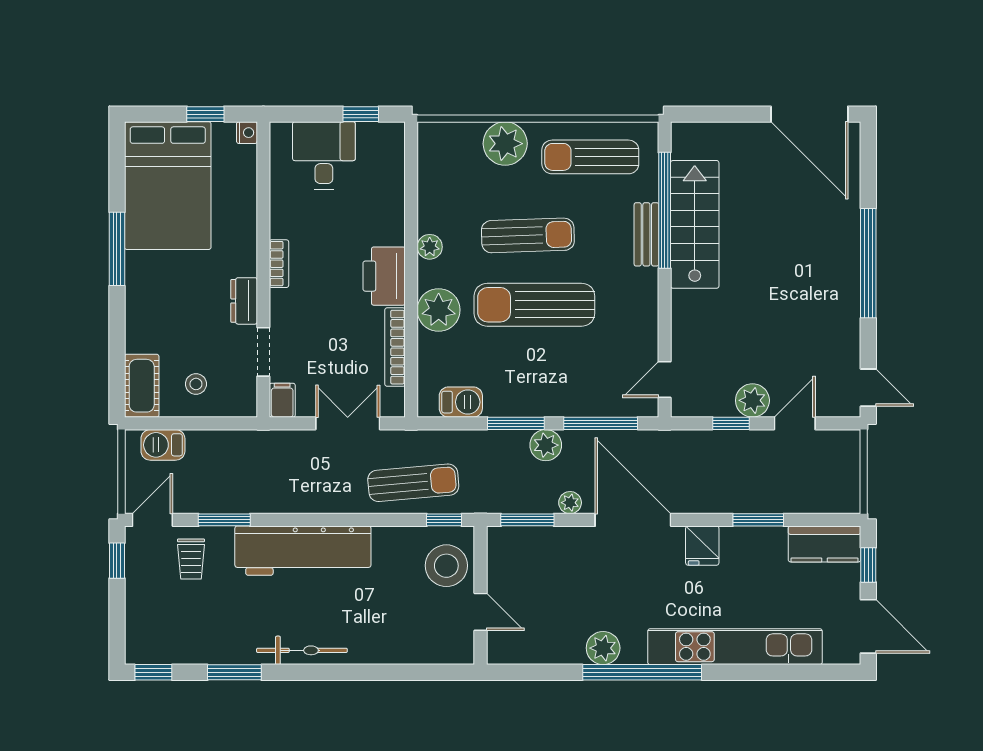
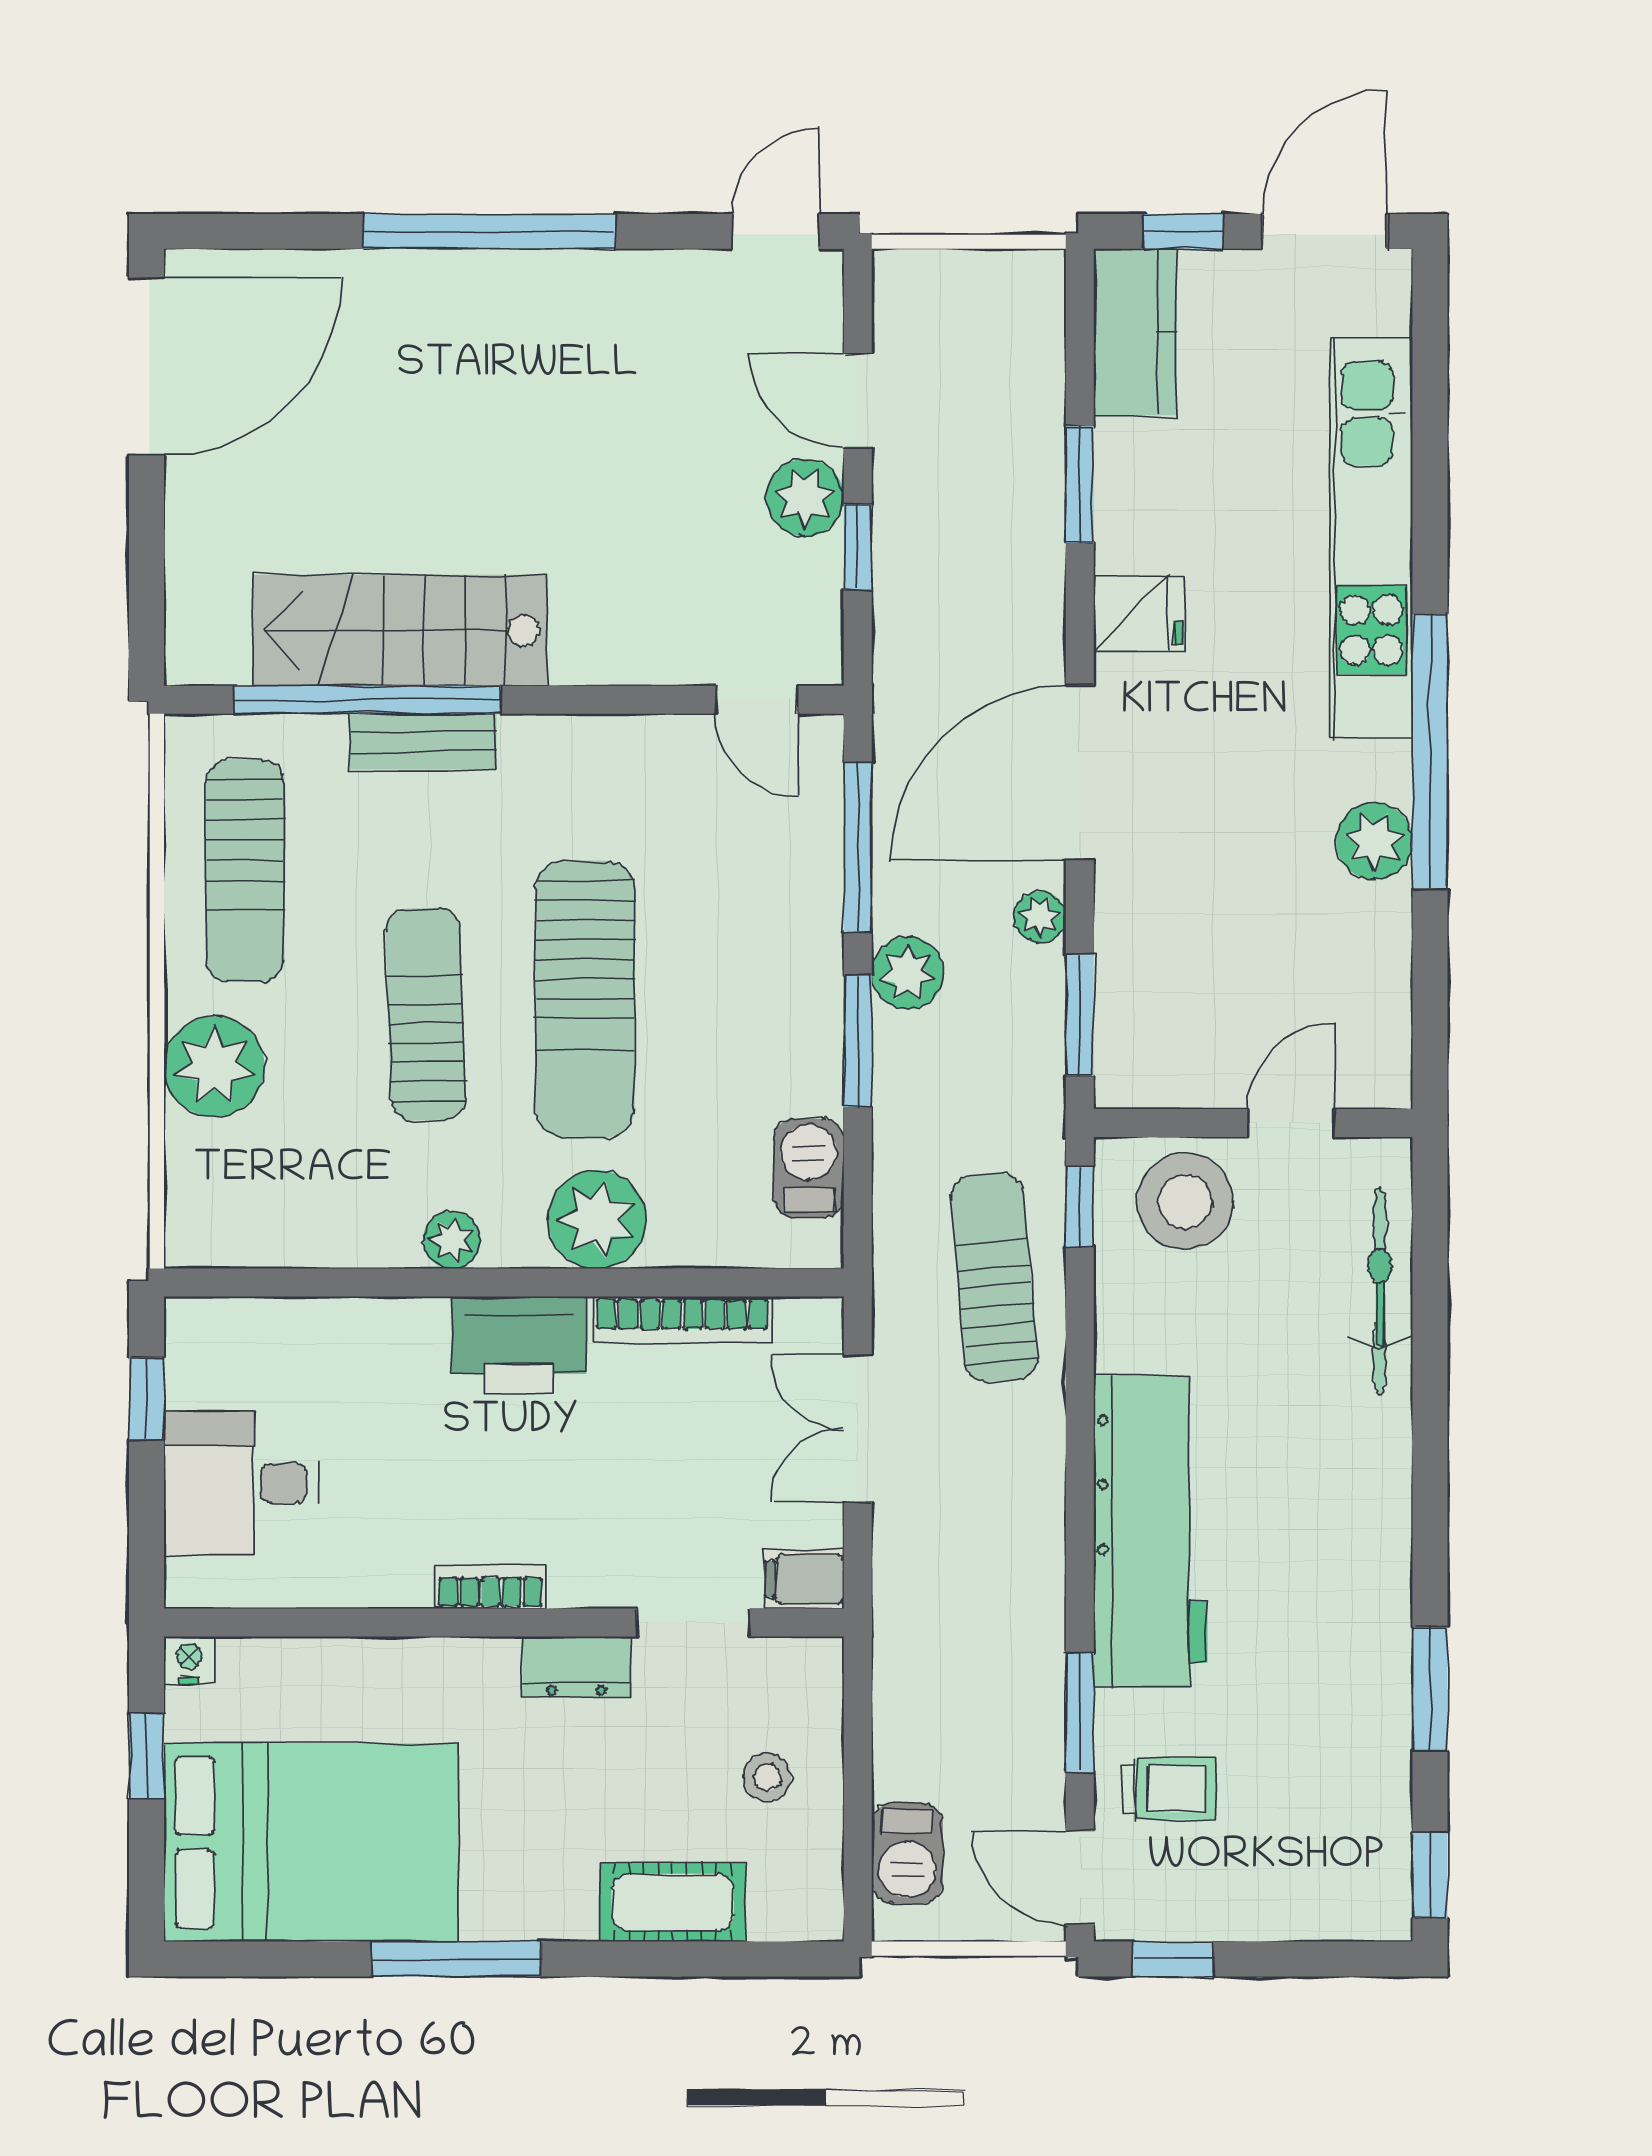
cot: (142, 386) -> (673, 1902), moved
bicycle: (302, 650) -> (1380, 1291), moved

